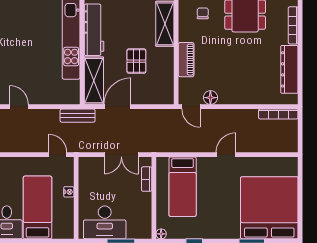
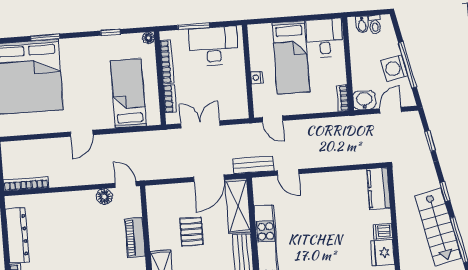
door: (19, 107) -> (288, 172), moved
bookcase: (147, 212) -> (167, 62), added

